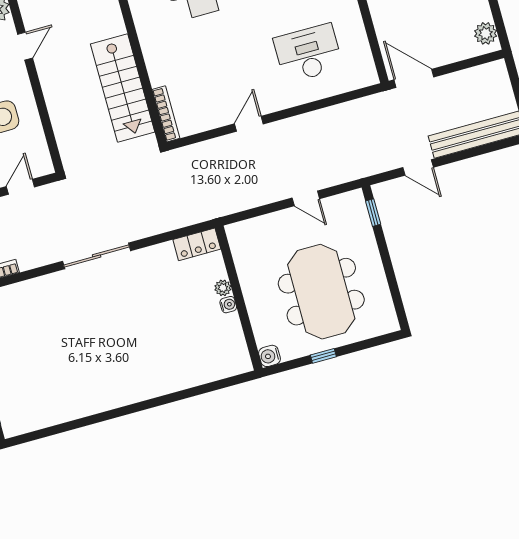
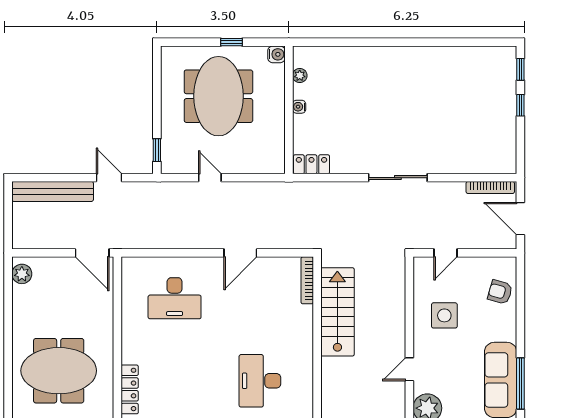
door: (249, 124) -> (240, 253), width x1.38
plant: (223, 288) -> (300, 76), moved

